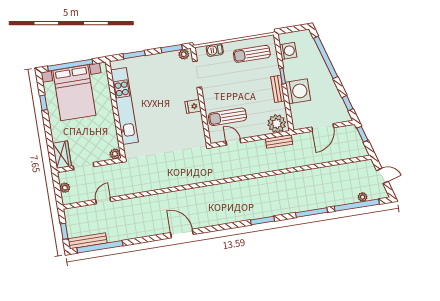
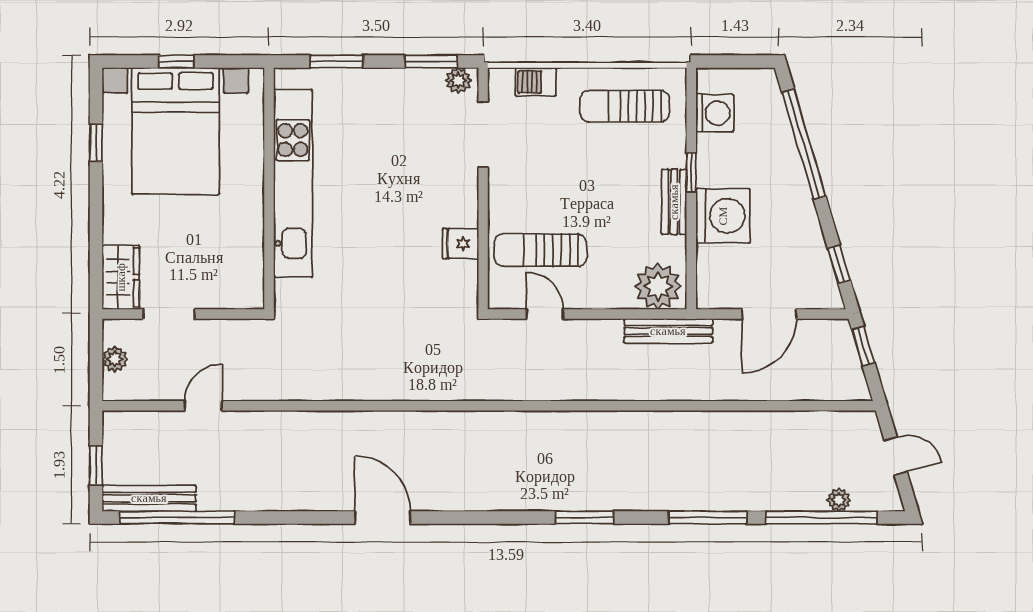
window: (70, 65) -> (176, 61), width x0.32
fridge: (193, 106) -> (461, 244), moved
bench: (279, 141) -> (668, 331), width x1.36
plant: (115, 154) -> (251, 296), removed

